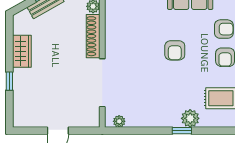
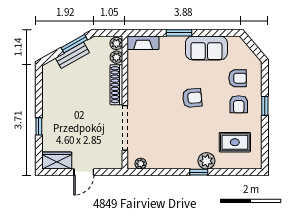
armchair: (175, 50) -> (192, 98), turned -95
wardrobe: (22, 51) -> (57, 161), moved, turned -90

